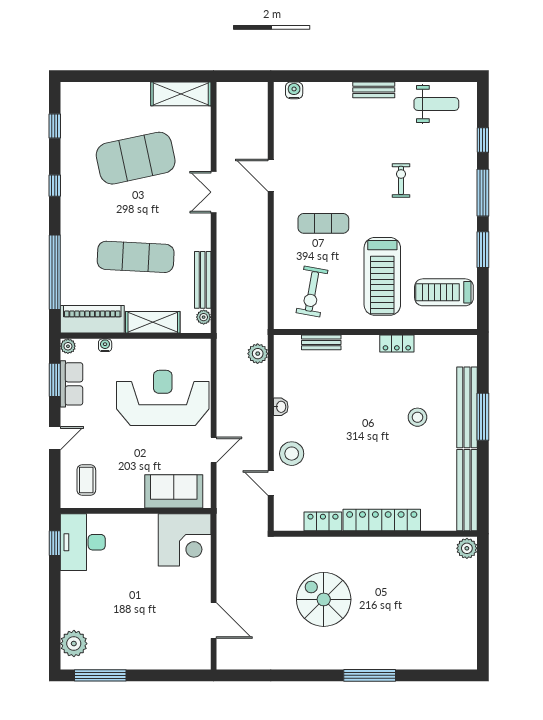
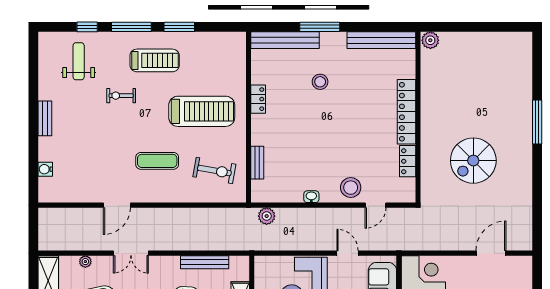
water cooler: (294, 90) -> (45, 169), moved
weight bench: (436, 104) -> (79, 61), moved
exercise mat: (323, 223) -> (157, 161), turned 90
treadmill: (444, 292) -> (155, 60), moved, turned -90
plant: (204, 317) -> (85, 262), moved
bench: (467, 407) -> (285, 40), moved

